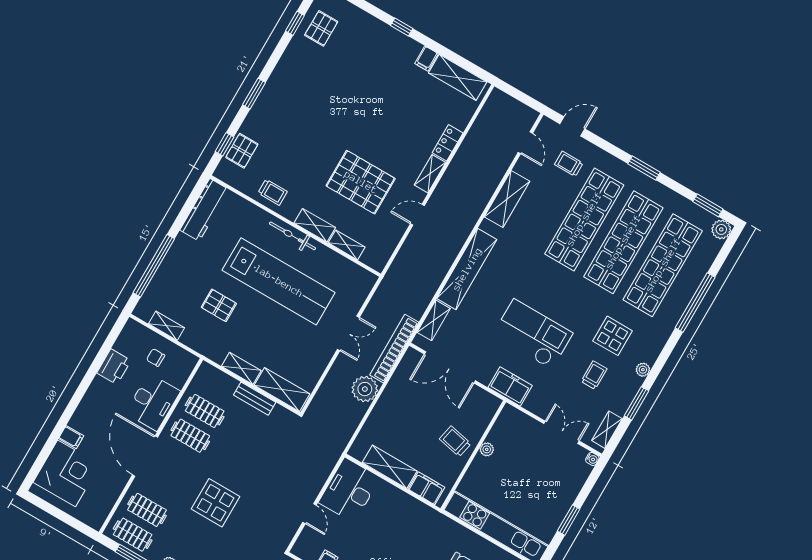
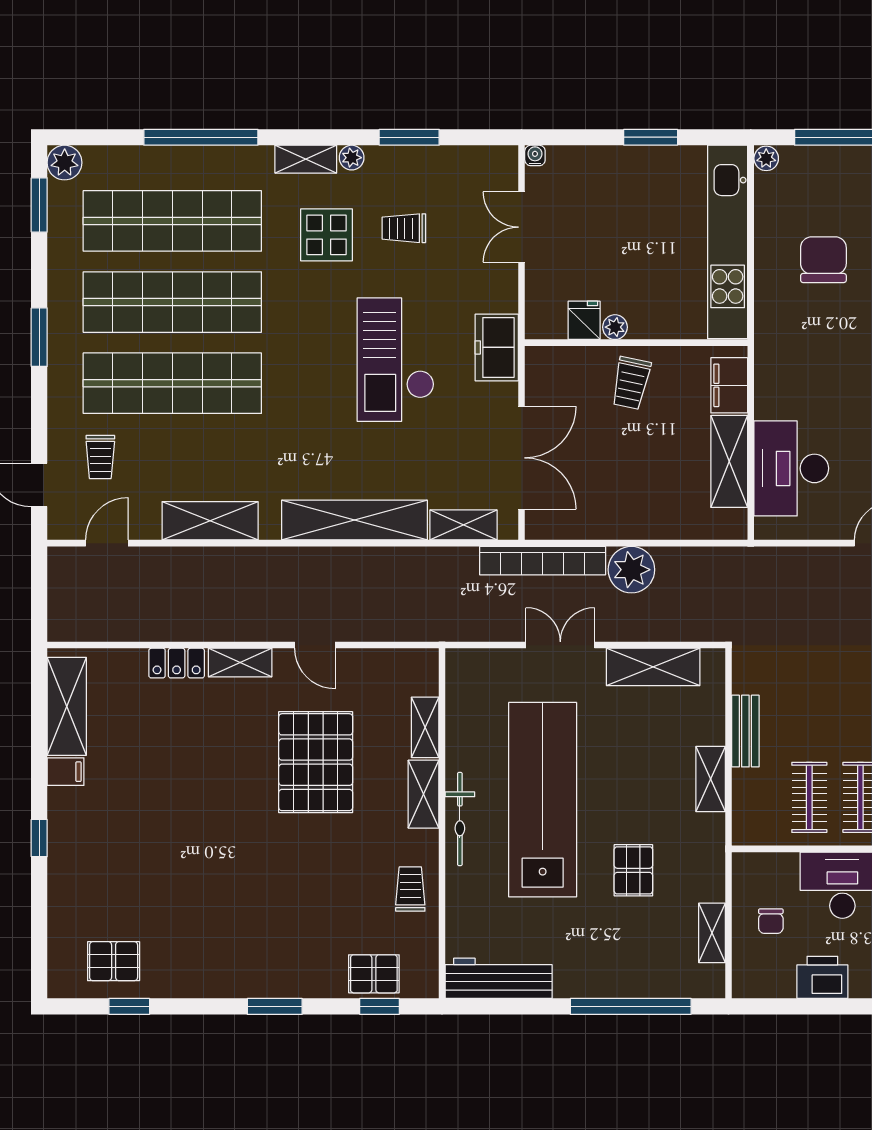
shelving: (282, 390) -> (653, 667), moved, turned 90
shelving: (607, 430) -> (306, 159), moved
fridge: (499, 436) -> (584, 320), added
desk: (349, 490) -> (791, 468), moved, turned 90

